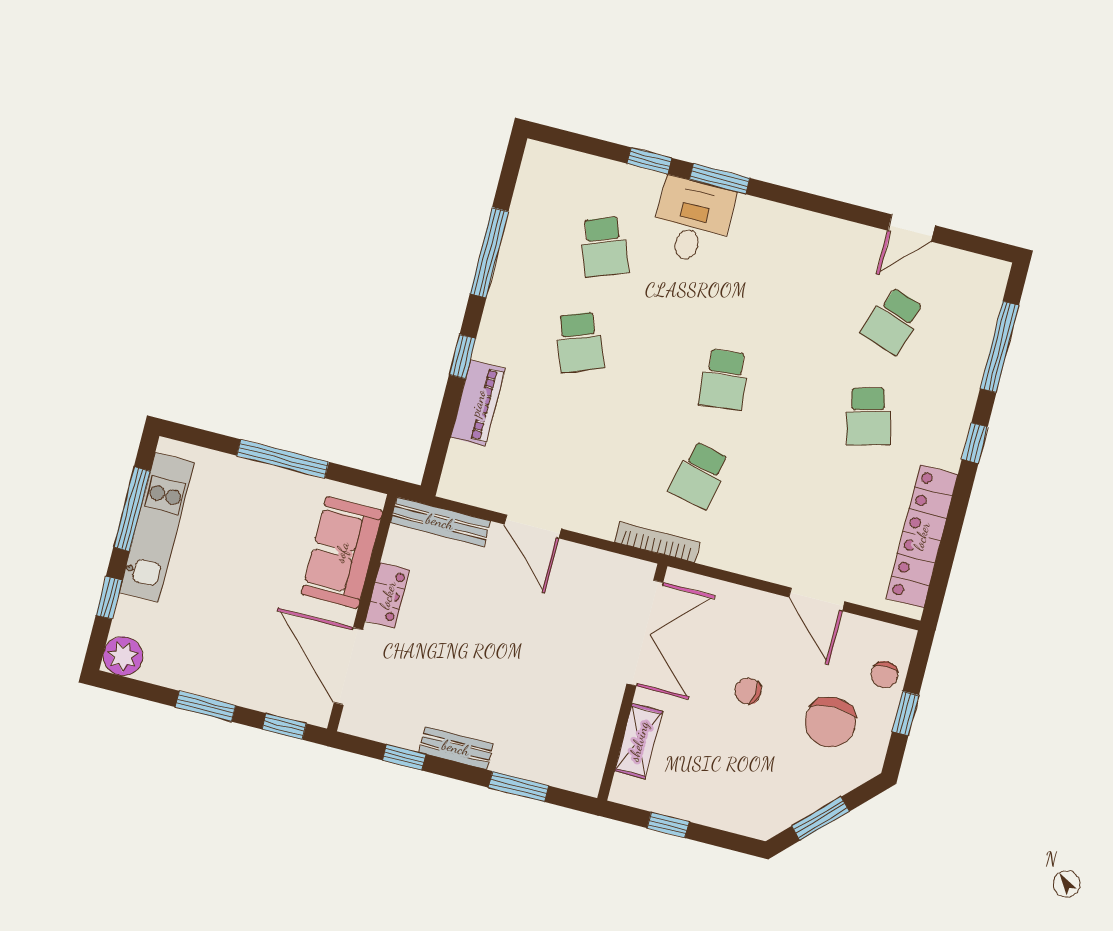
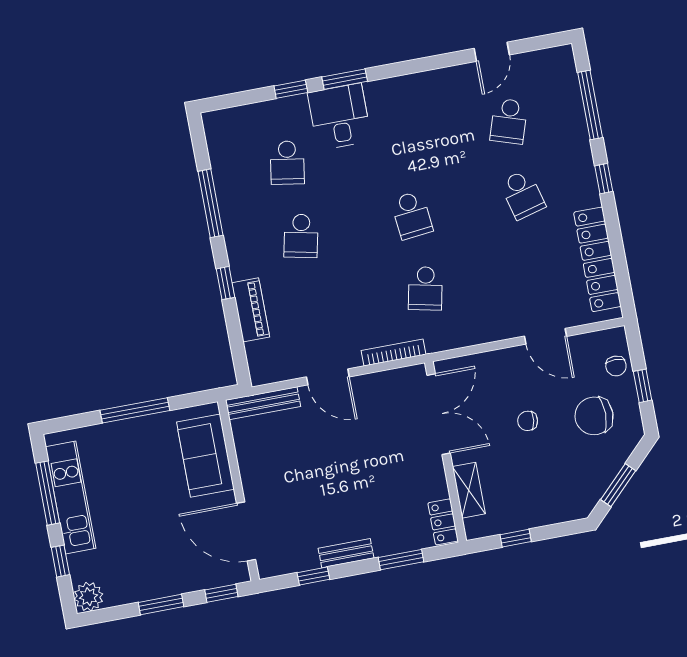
school desk: (604, 247) -> (287, 163), turned 30
school desk: (579, 342) -> (301, 236), turned 33
bookcase: (657, 542) -> (393, 353), moved
locker: (388, 595) -> (443, 522), moved, turned 180
chair: (830, 722) -> (594, 416), turned 90

